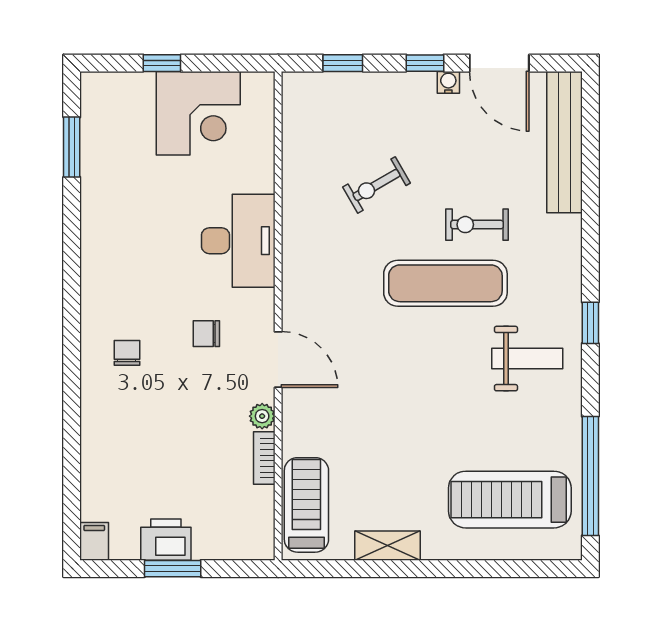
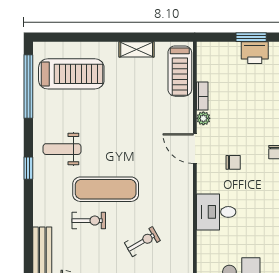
desk: (238, 241) -> (216, 212), width x0.73

